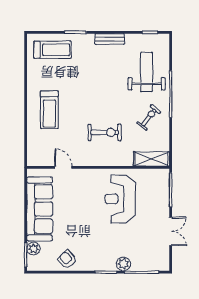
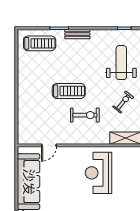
bench: (110, 39) -> (77, 34), moved
treadmill: (49, 110) -> (69, 91), moved, turned -90
door: (63, 167) -> (49, 145), swing flipped

